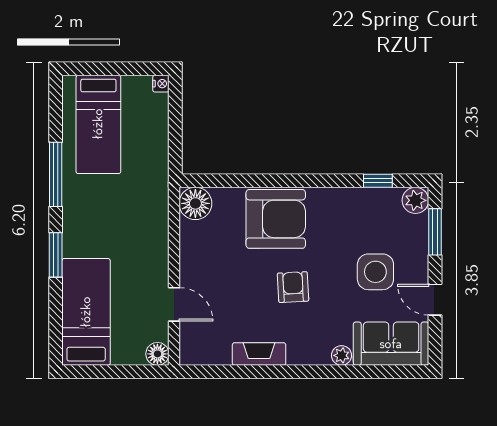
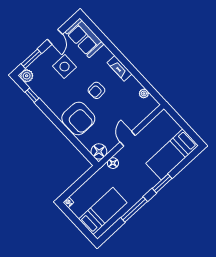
armchair: (276, 219) -> (78, 118), turned 180
door: (174, 304) -> (128, 139), moved
floor lamp: (157, 354) -> (113, 163), moved
fireplace: (259, 354) -> (119, 68), moved
plant: (342, 355) -> (144, 94), moved

